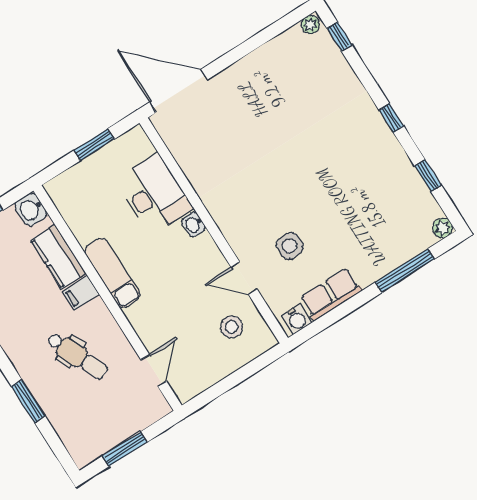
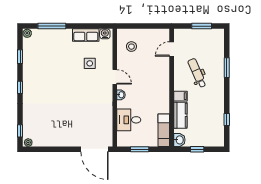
desk: (154, 195) -> (129, 120), width x0.73
exam couch: (112, 273) -> (164, 130), moved
door: (244, 278) -> (115, 77), moved

